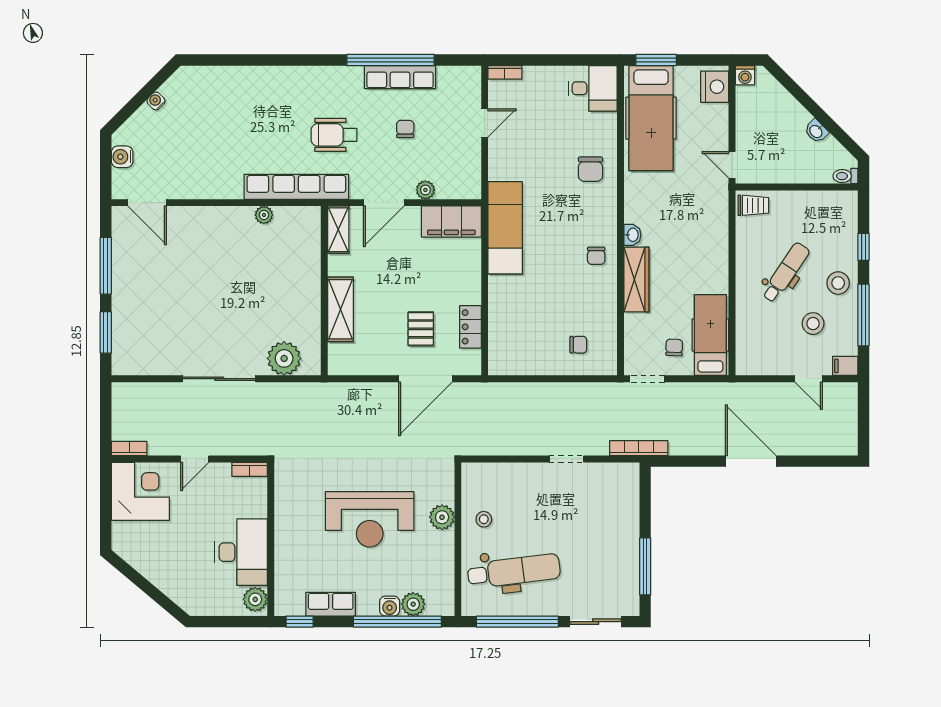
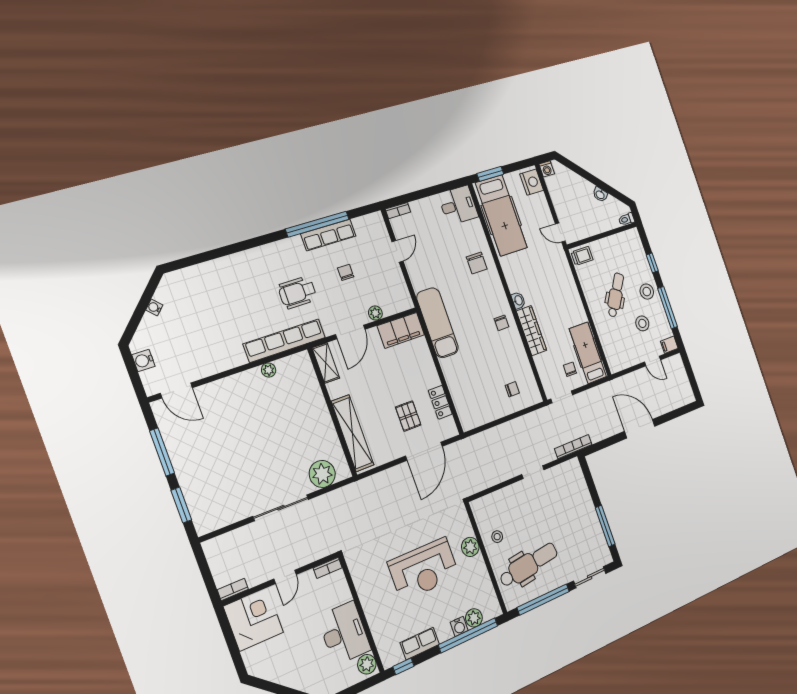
shelving: (340, 309) -> (353, 433), width x1.47

